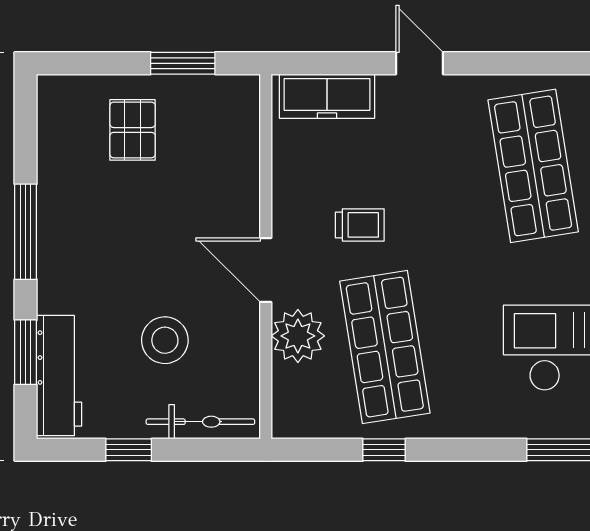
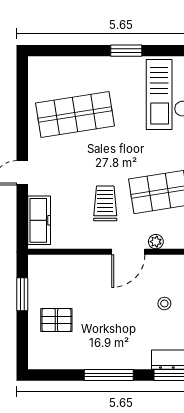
trolley: (360, 225) -> (105, 203), width x1.36, depth x1.39
plant: (298, 336) -> (156, 242), width x0.53, depth x0.53
stool: (165, 340) -> (164, 303), width x0.53, depth x0.53

